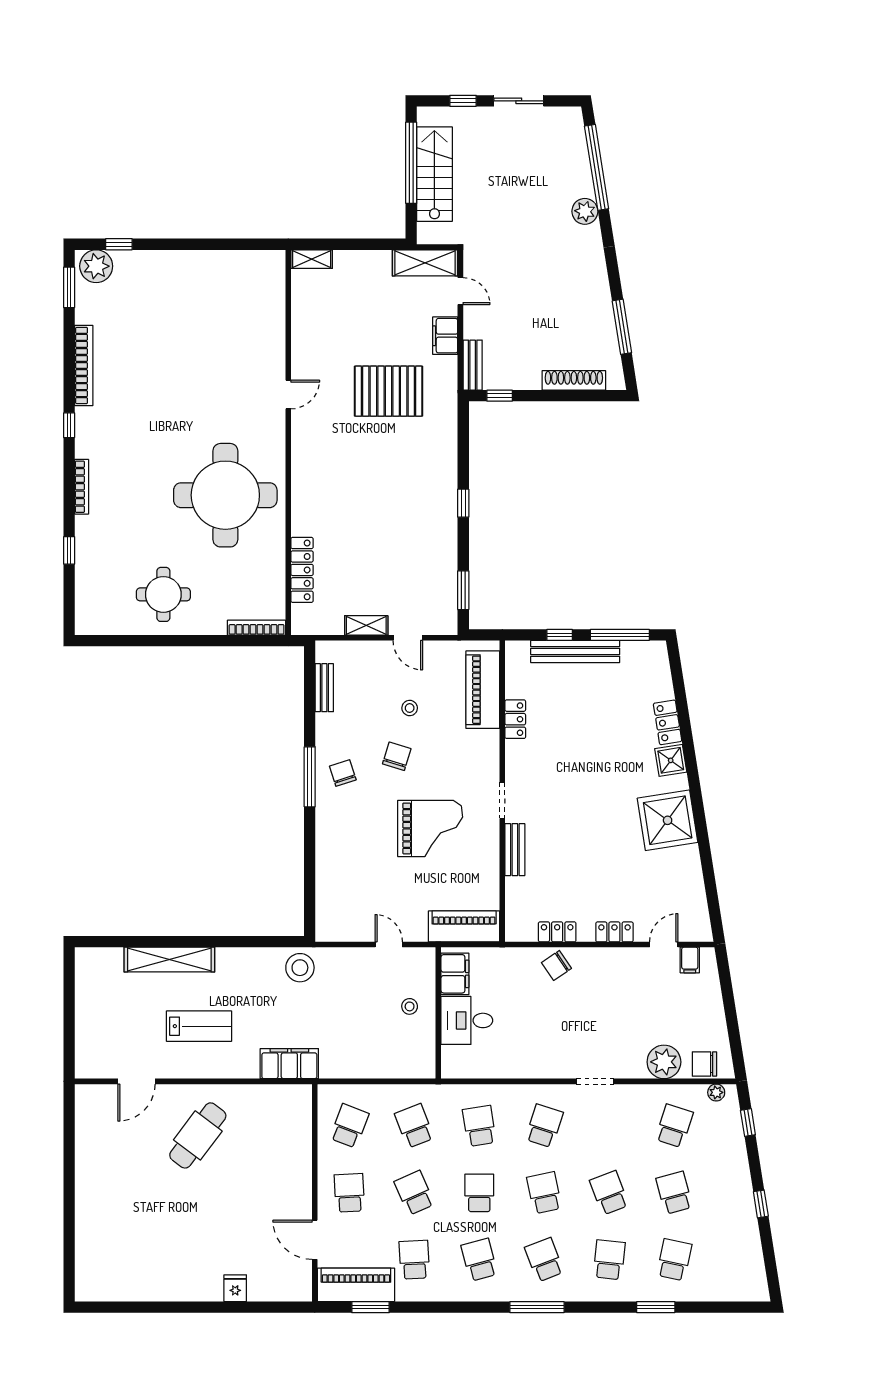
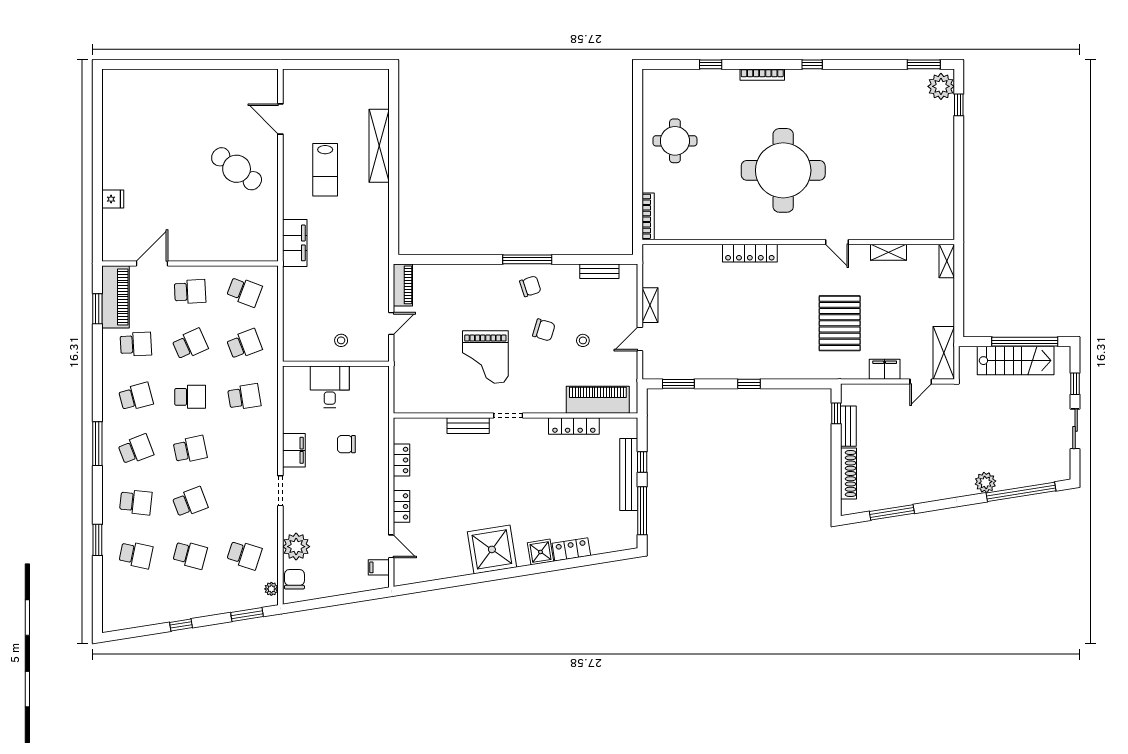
shelving: (301, 331) -> (888, 252), added
bench: (473, 365) -> (848, 426), moved, turned 90
bookcase: (84, 366) -> (860, 76), removed
round table: (225, 495) -> (783, 170), moved
locker: (302, 570) -> (750, 253), moved
locker: (515, 719) -> (574, 426), width x1.53
piano: (464, 926) -> (403, 285), moved, width x0.73, depth x0.75
chair: (556, 965) -> (346, 444), moved, turned -56
stool: (300, 968) -> (373, 252), removed
filing cabinet: (455, 974) -> (294, 450), moved, turned -90
window: (748, 1123) -> (247, 615), width x1.50
school desk: (544, 1126) -> (244, 450), removed
school desk: (674, 1193) -> (190, 555), turned 30

